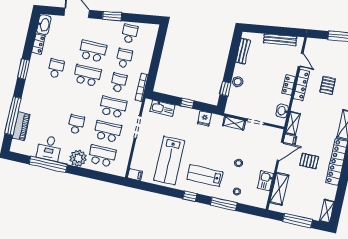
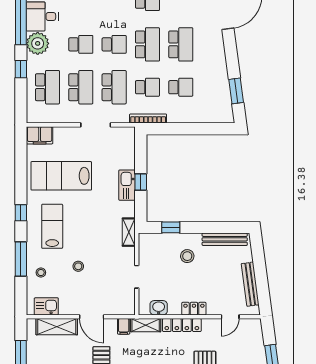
window: (112, 16) -> (236, 91), moved
school desk: (130, 34) -> (114, 44), moved
bench: (243, 51) -> (225, 239), width x1.36
stool: (238, 82) -> (187, 256), moved
locker: (301, 85) -> (182, 325), moved
kitchen sink: (162, 108) -> (127, 185), moved
fridge: (204, 118) -> (126, 209), removed
shelving: (234, 123) -> (129, 232), moved
door: (280, 151) -> (92, 317), moved
plant: (78, 158) -> (38, 43), moved
window: (84, 172) -> (21, 69), added
filing cabinet: (135, 175) -> (40, 135), width x2.00
kitchen sink: (265, 181) -> (46, 306), moved

